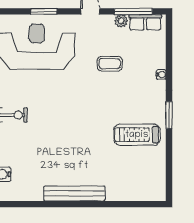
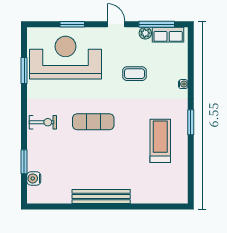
exercise mat: (66, 114) -> (93, 122), added
treadmill: (137, 135) -> (160, 141), turned 90

